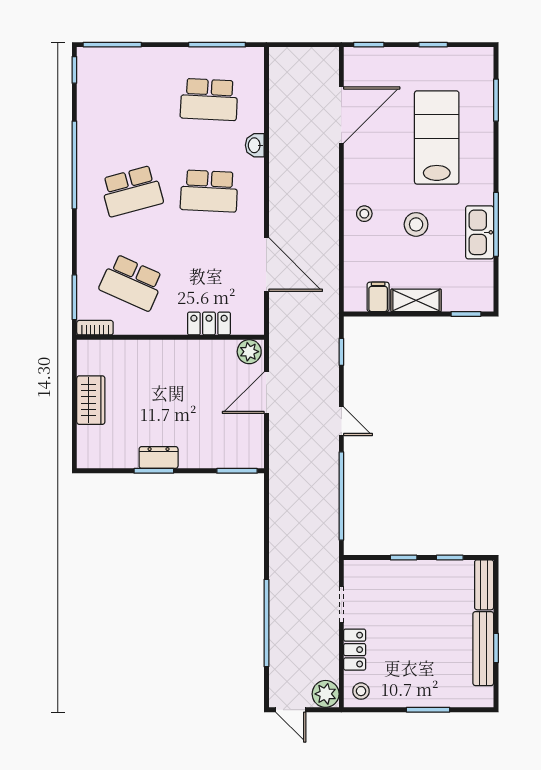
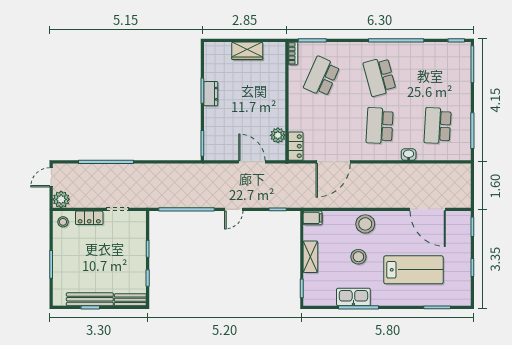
stool: (364, 214) -> (365, 224), width x1.89, depth x1.89
filing cabinet: (378, 297) -> (313, 218), moved
locker: (209, 324) -> (296, 146), moved
plant: (249, 352) -> (278, 135), moved

